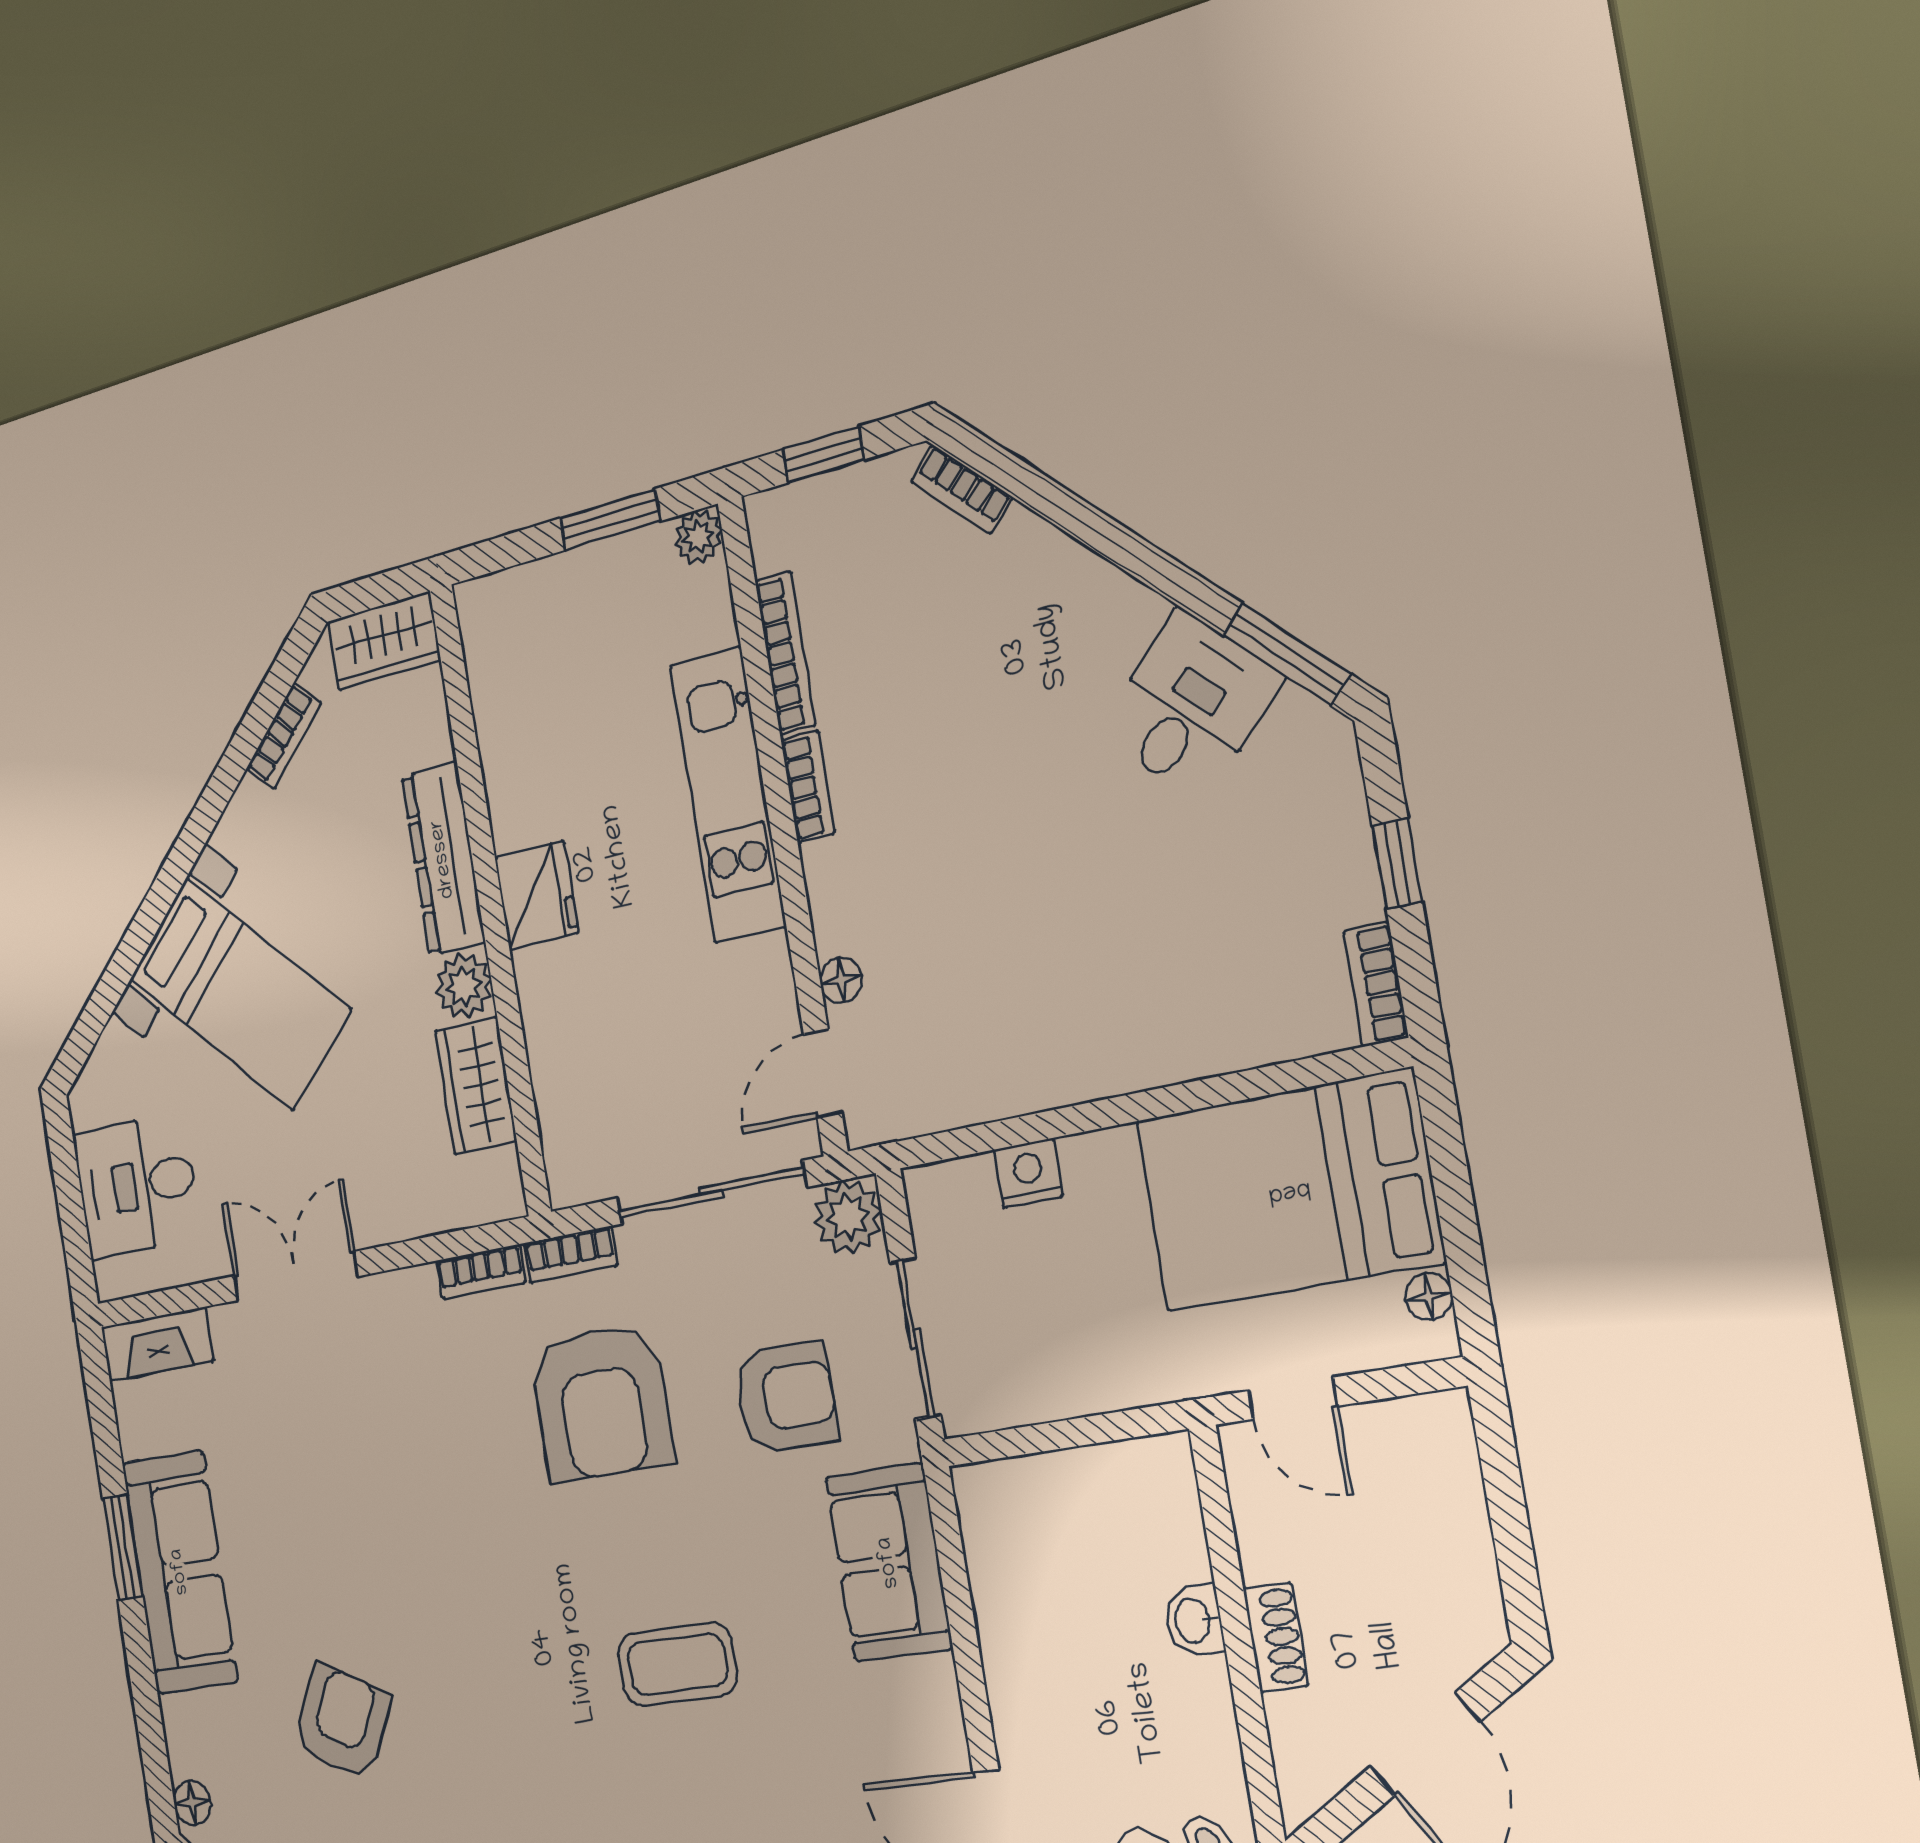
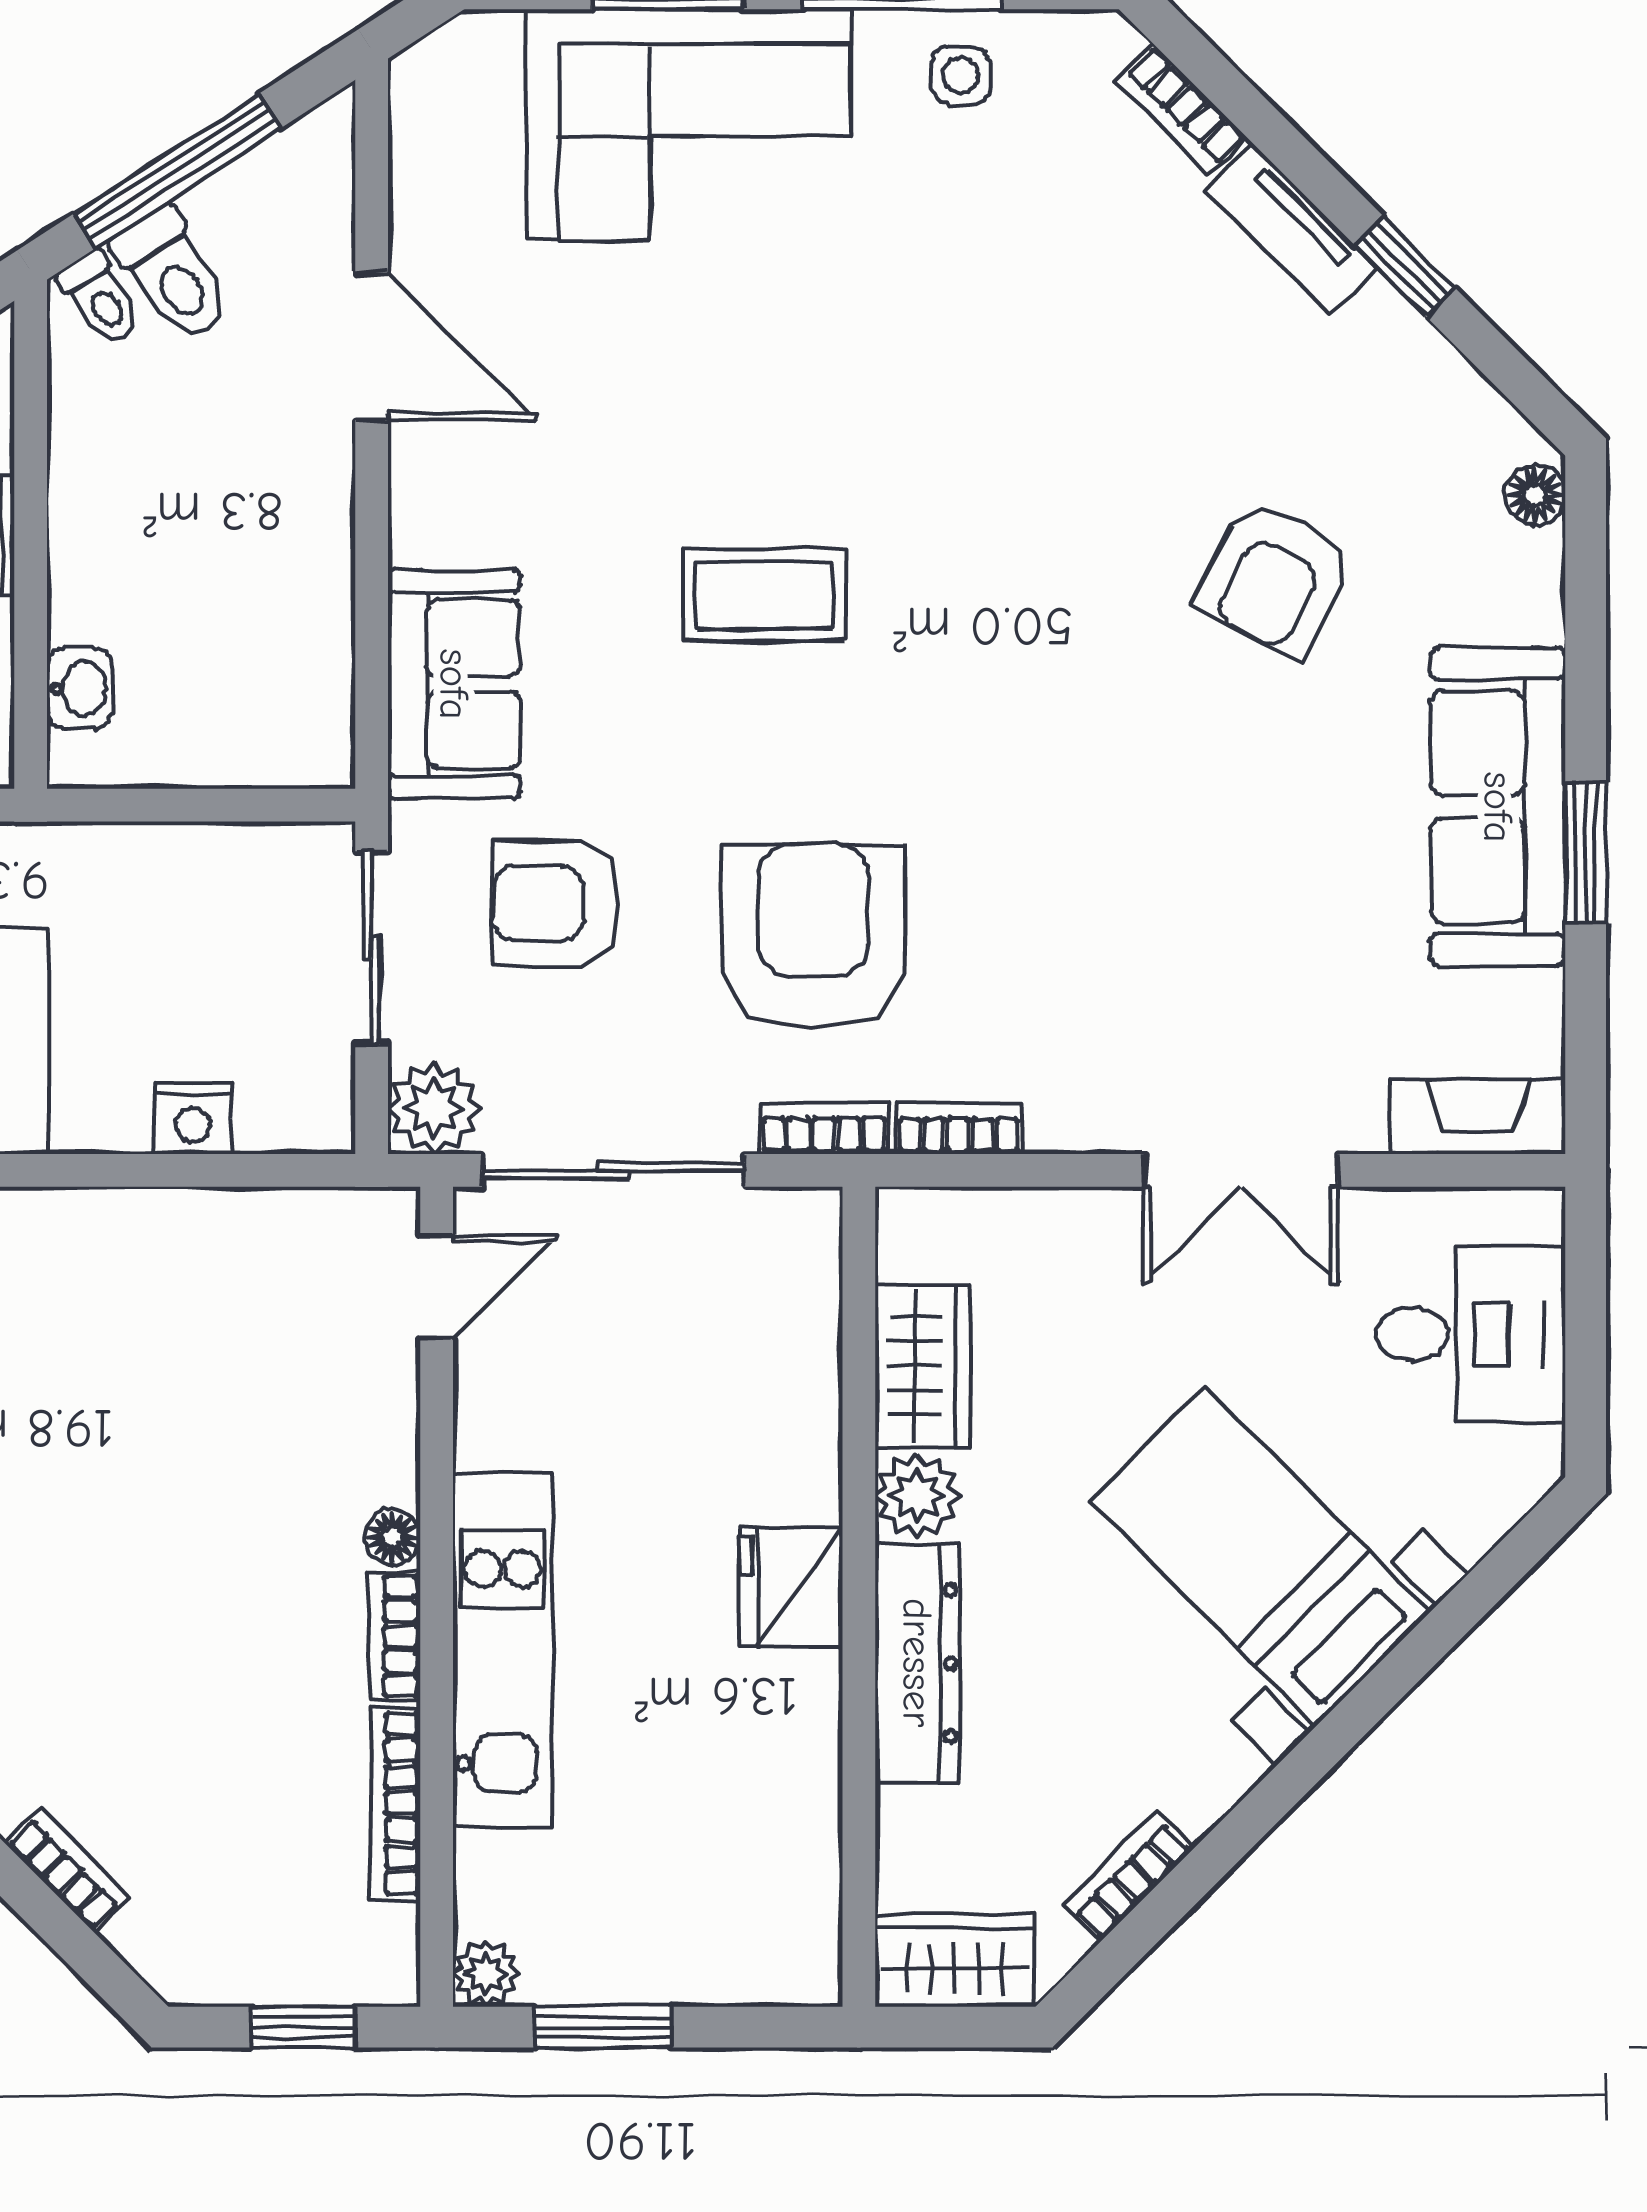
bookcase: (961, 489) -> (67, 1870), moved
floor lamp: (841, 980) -> (392, 1537), moved
washbasin: (1194, 1620) -> (80, 689), moved

